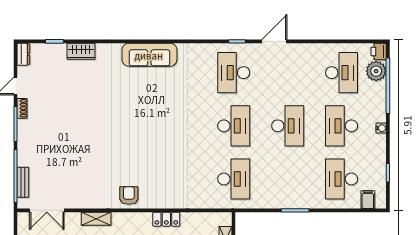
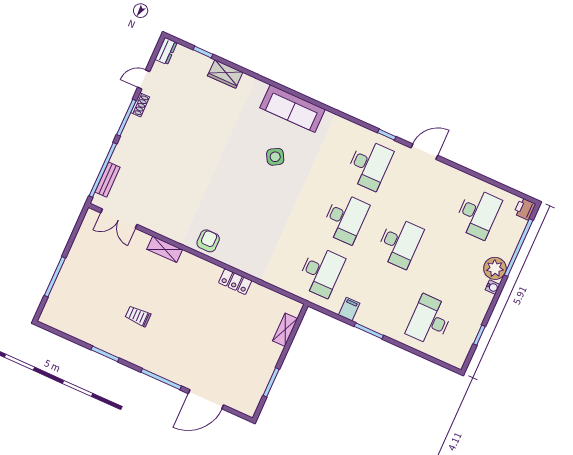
plant: (376, 71) -> (495, 268), moved
desk: (234, 73) -> (369, 165), turned 180
side table: (153, 101) -> (275, 157), added
desk: (342, 126) -> (454, 267), removed
filing cabinet: (368, 200) -> (349, 309), moved

